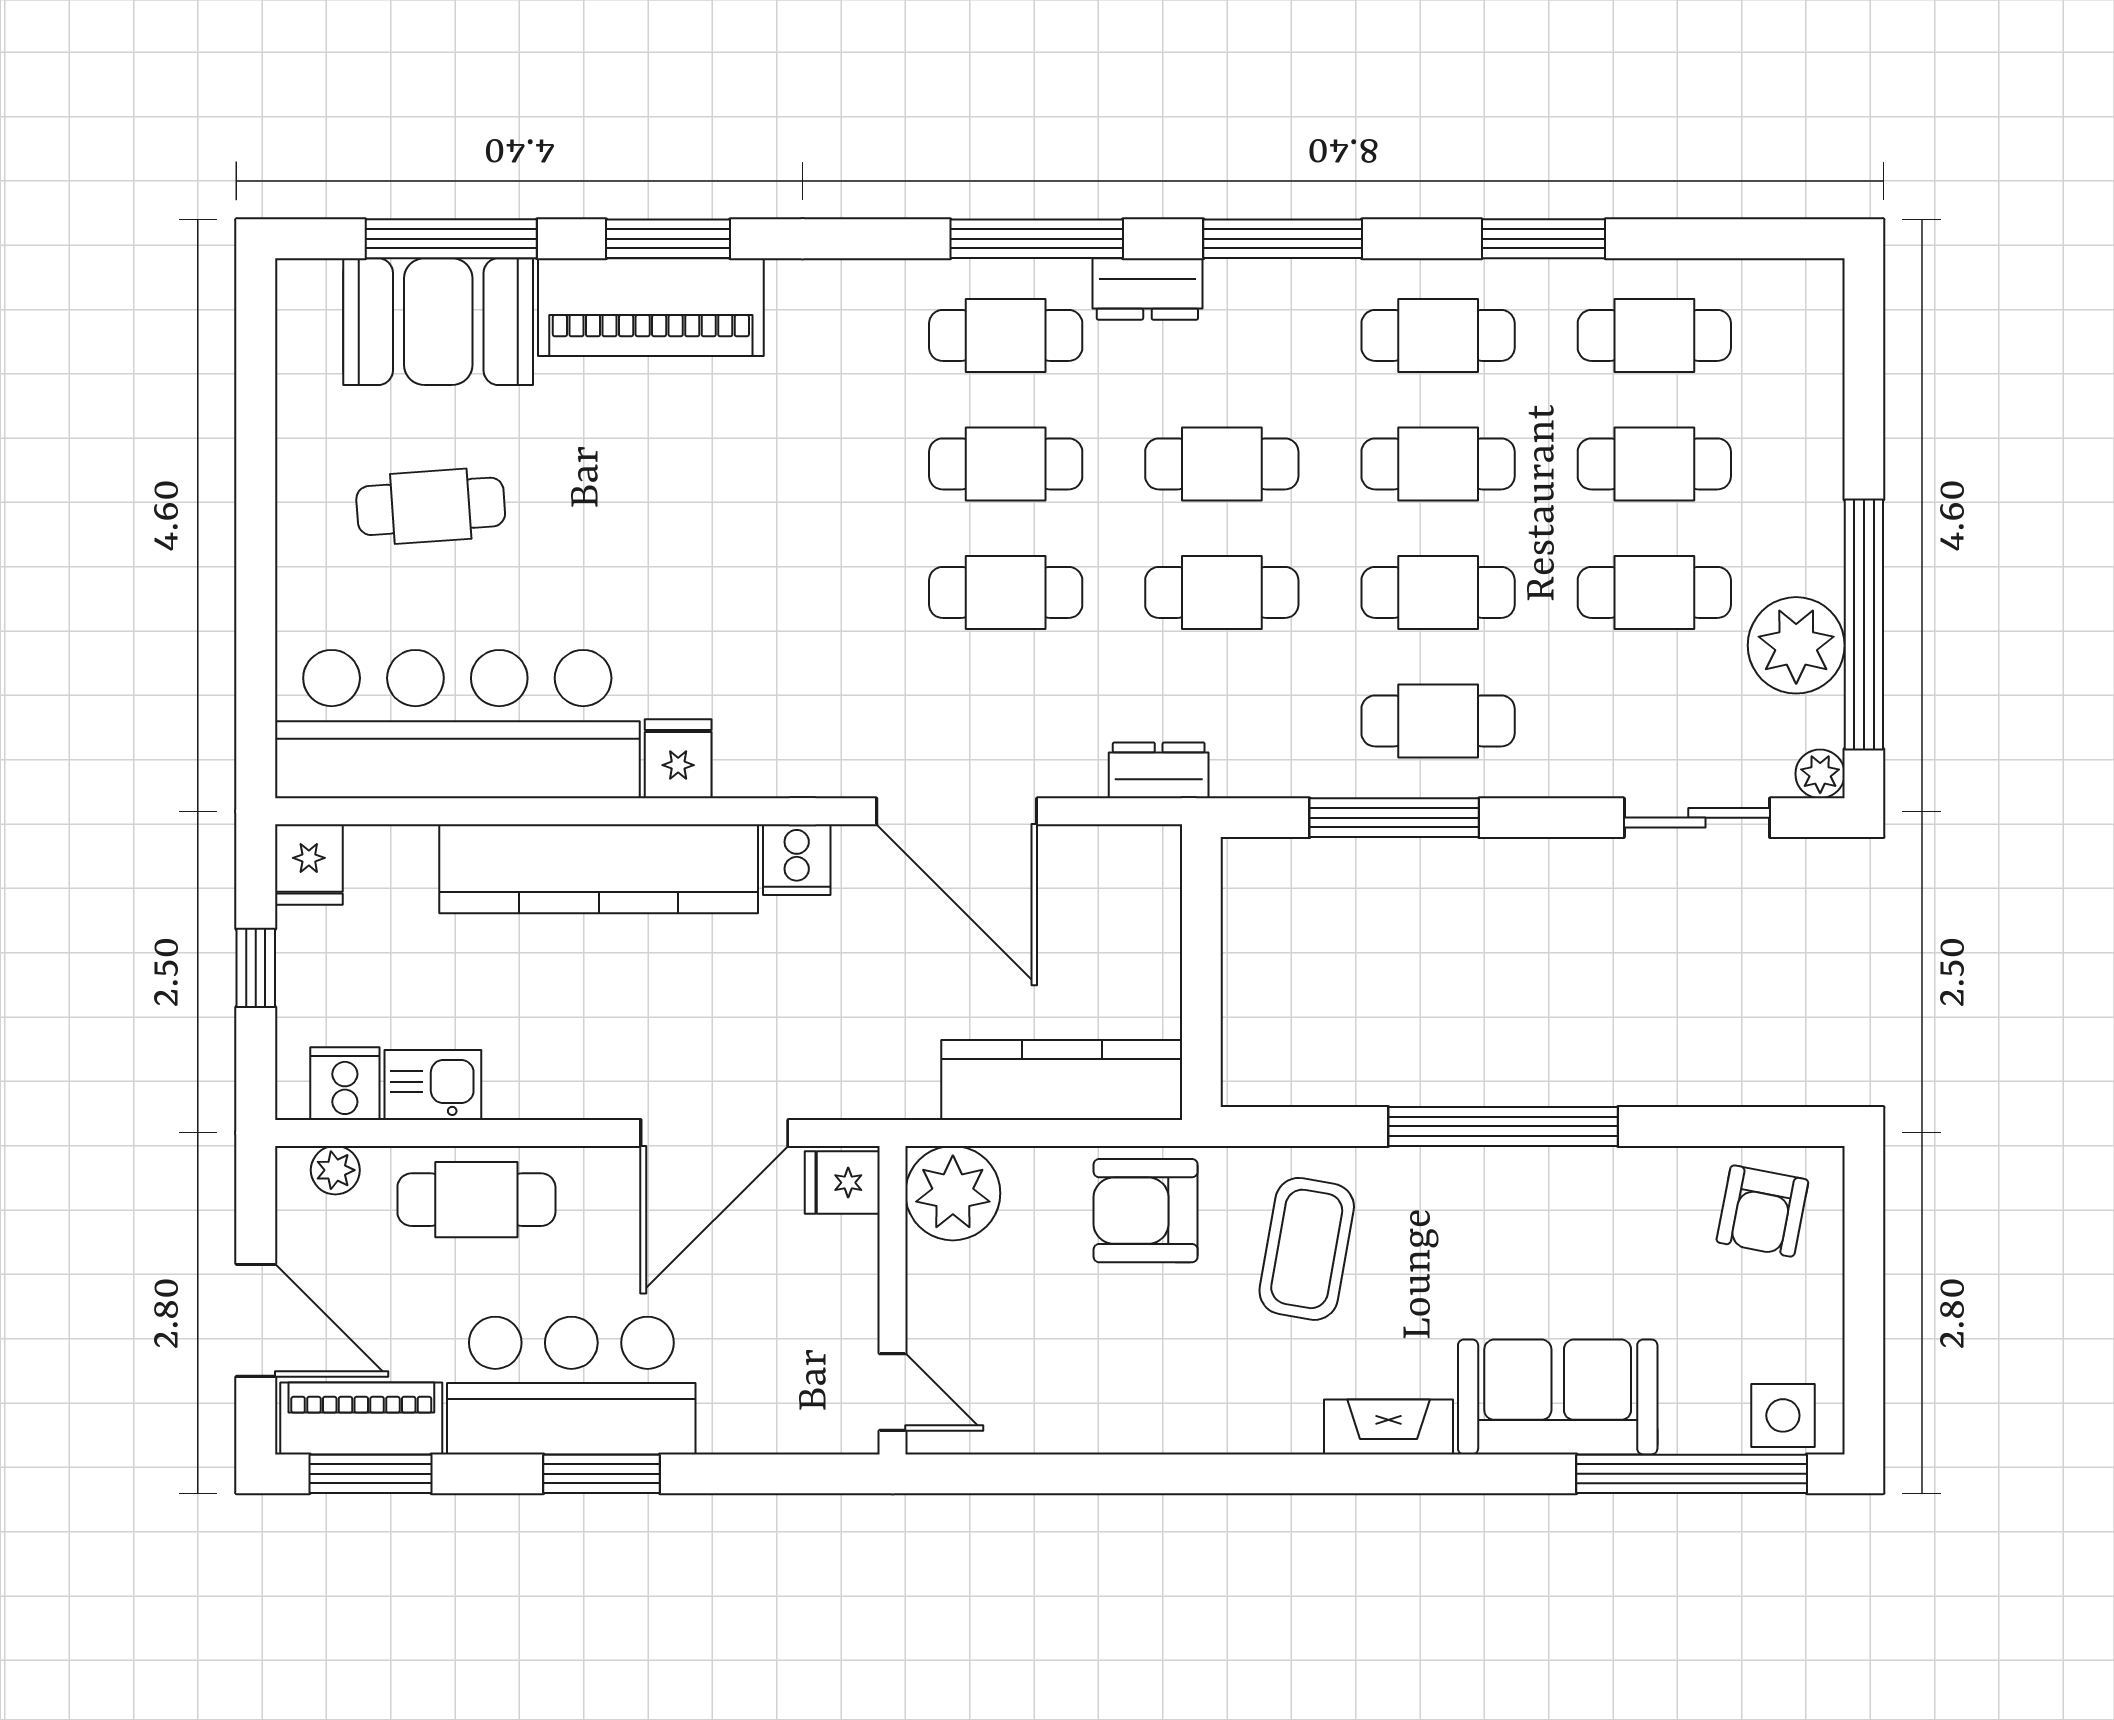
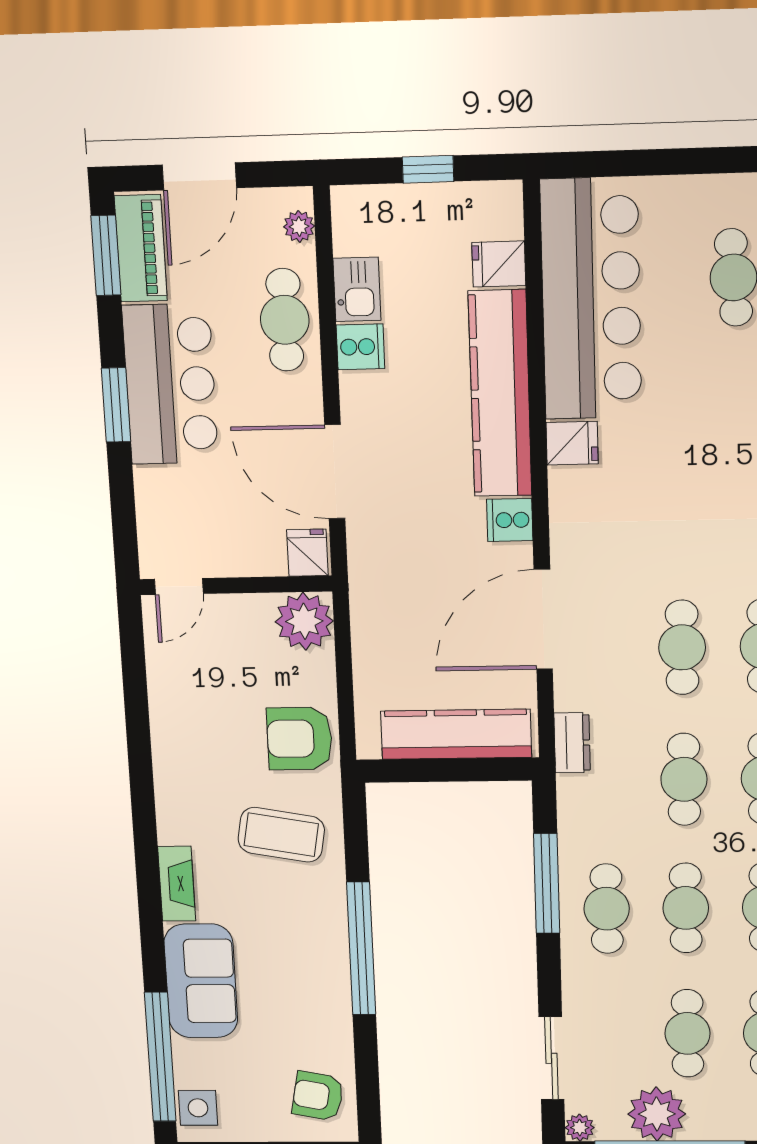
fridge: (309, 864) -> (499, 264), moved
kitchen counter: (1062, 1080) -> (456, 734), moved, turned -90
cooker: (345, 1084) -> (360, 347), moved
armchair: (1146, 1211) -> (300, 739), turned -90

